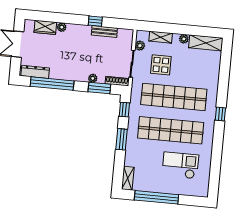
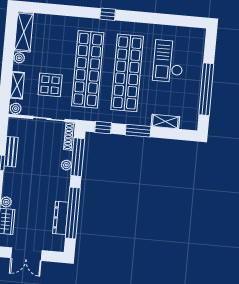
plant: (140, 46) -> (16, 109), moved
dresser: (35, 72) -> (60, 218), moved
window: (99, 88) -> (78, 157), width x1.44
shelving: (128, 178) -> (165, 122), moved

